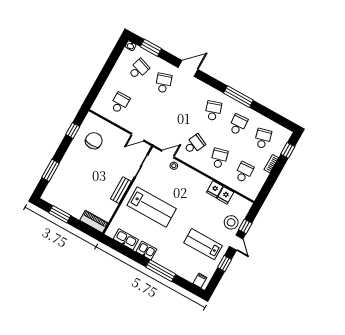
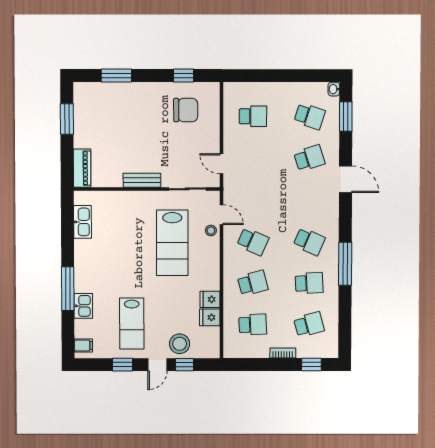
school desk: (213, 111) -> (309, 242), turned 42
lab bench: (152, 207) -> (172, 243), moved
lab bench: (203, 244) -> (132, 324), turned 180
kitchen sink: (146, 250) -> (83, 306), moved

